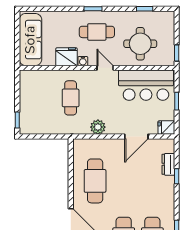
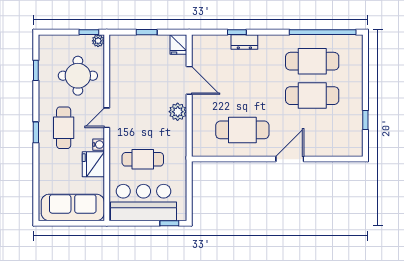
plant: (169, 61) -> (98, 41), added
bar counter: (146, 85) -> (143, 203), moved, turned -90
plant: (98, 127) -> (178, 112), moved
dresser: (168, 164) -> (244, 42), moved

